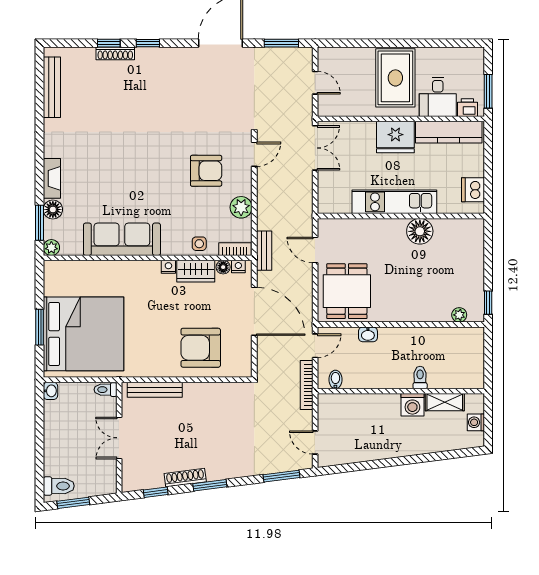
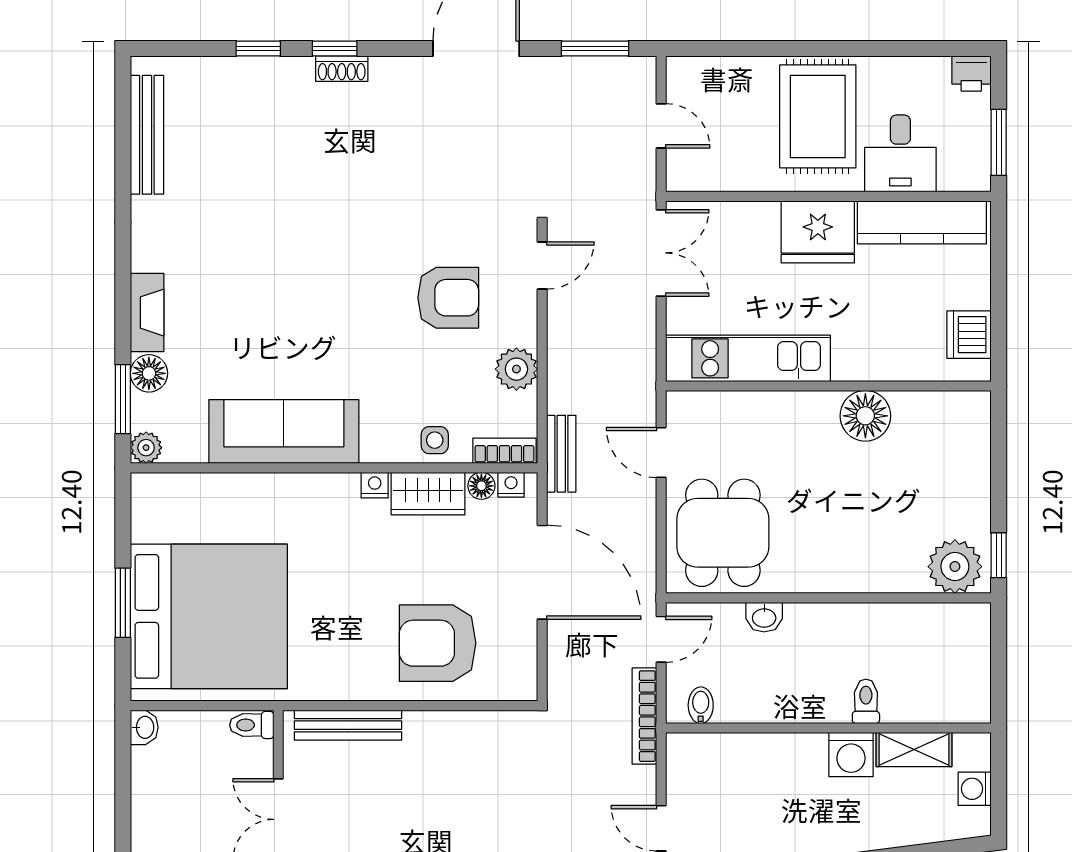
shoe rack: (115, 53) -> (342, 69), moved, width x0.70
printer: (467, 108) -> (971, 74), moved, turned 180
kitchen unit: (394, 202) -> (748, 358), moved
plant: (459, 315) -> (955, 567), width x1.88, depth x1.88

